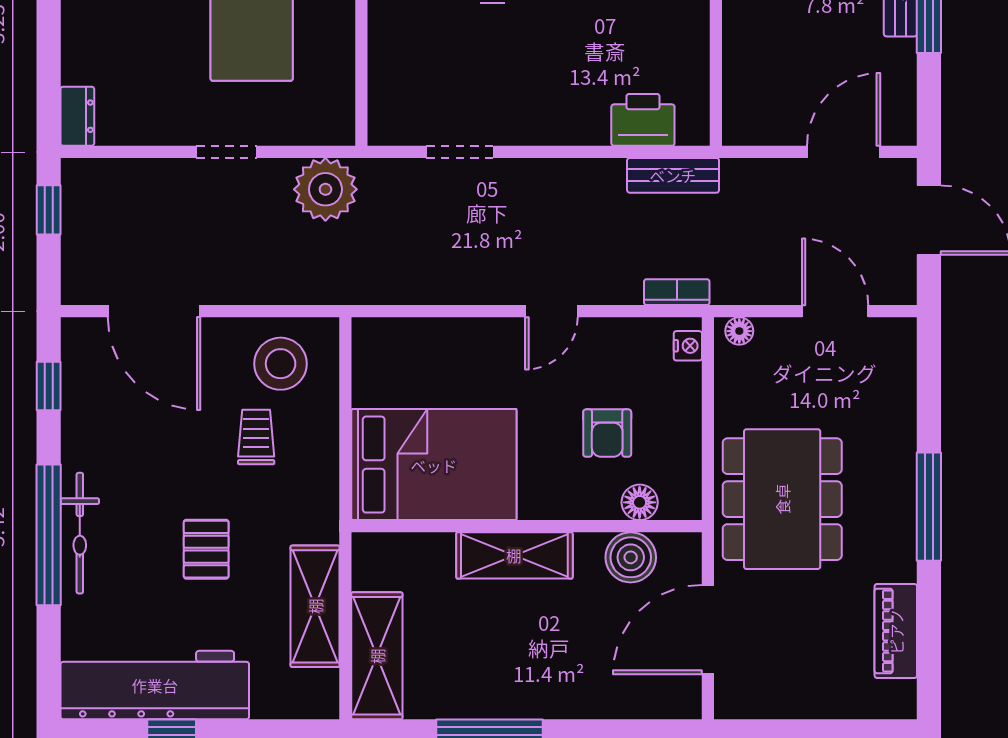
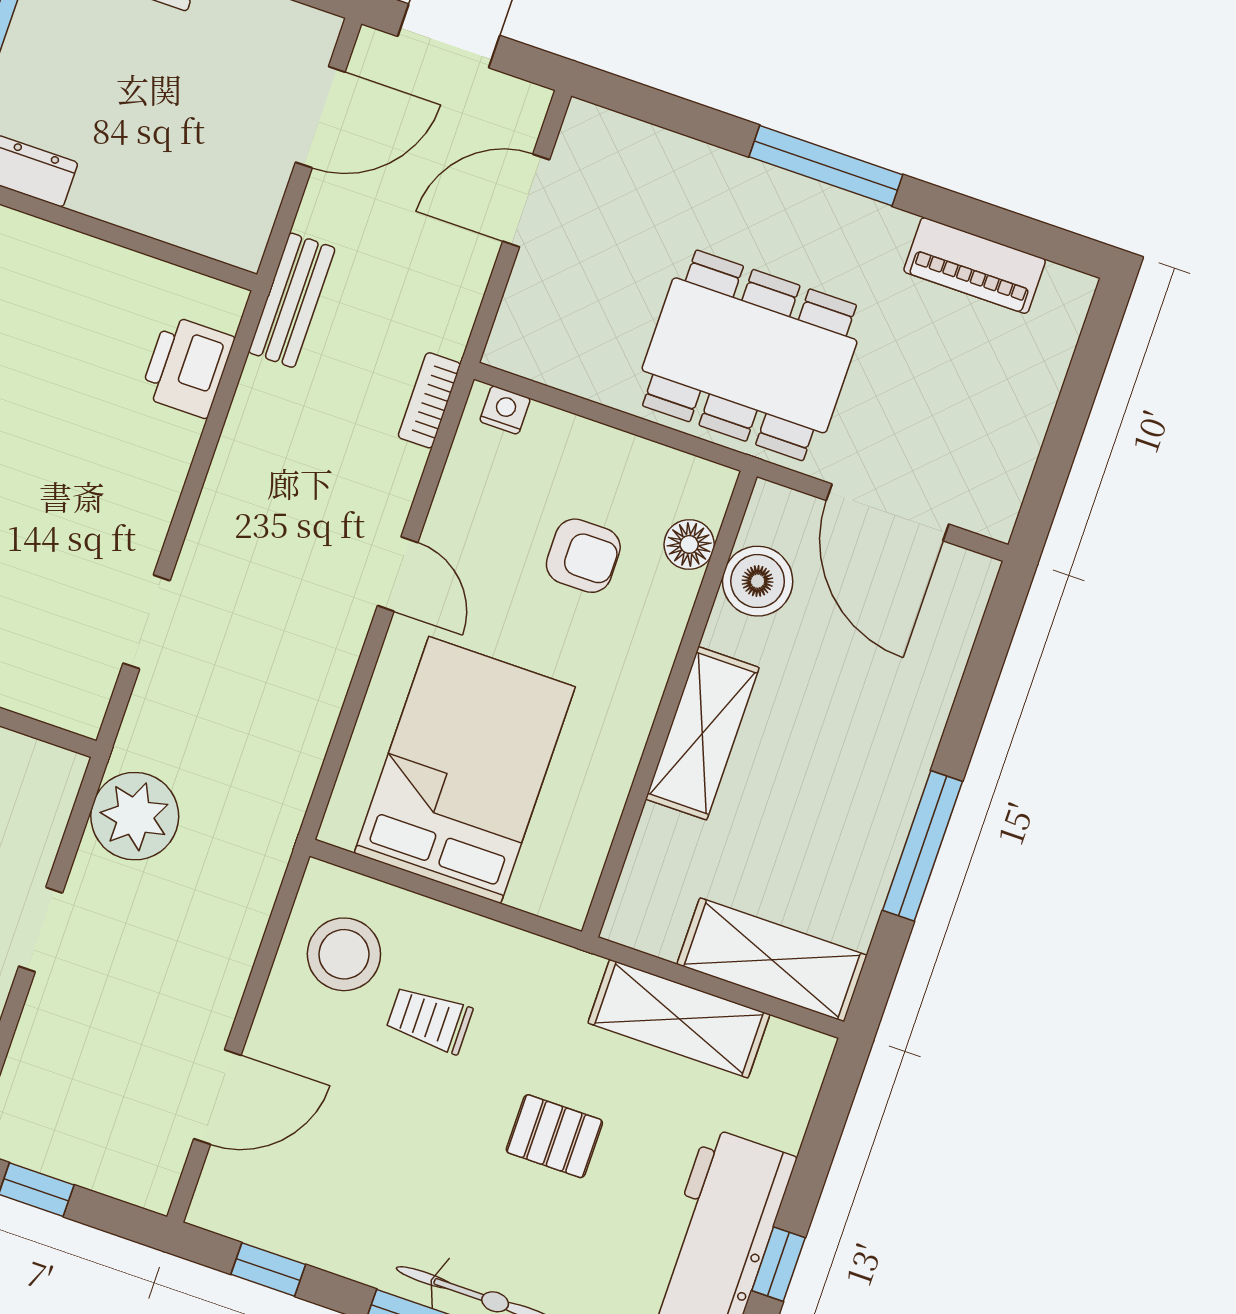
door: (844, 152) -> (320, 117), swing flipped
bench: (673, 175) -> (292, 300), moved
door: (154, 311) -> (217, 1097), width x0.73
floor lamp: (739, 331) -> (509, 336), removed
bed: (434, 465) -> (465, 770), moved

